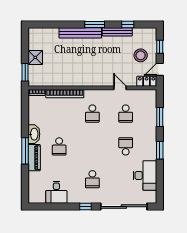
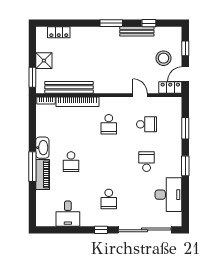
locker: (48, 33) -> (59, 32), added
bench: (80, 33) -> (69, 87), moved
school desk: (126, 114) -> (147, 124), turned -90

